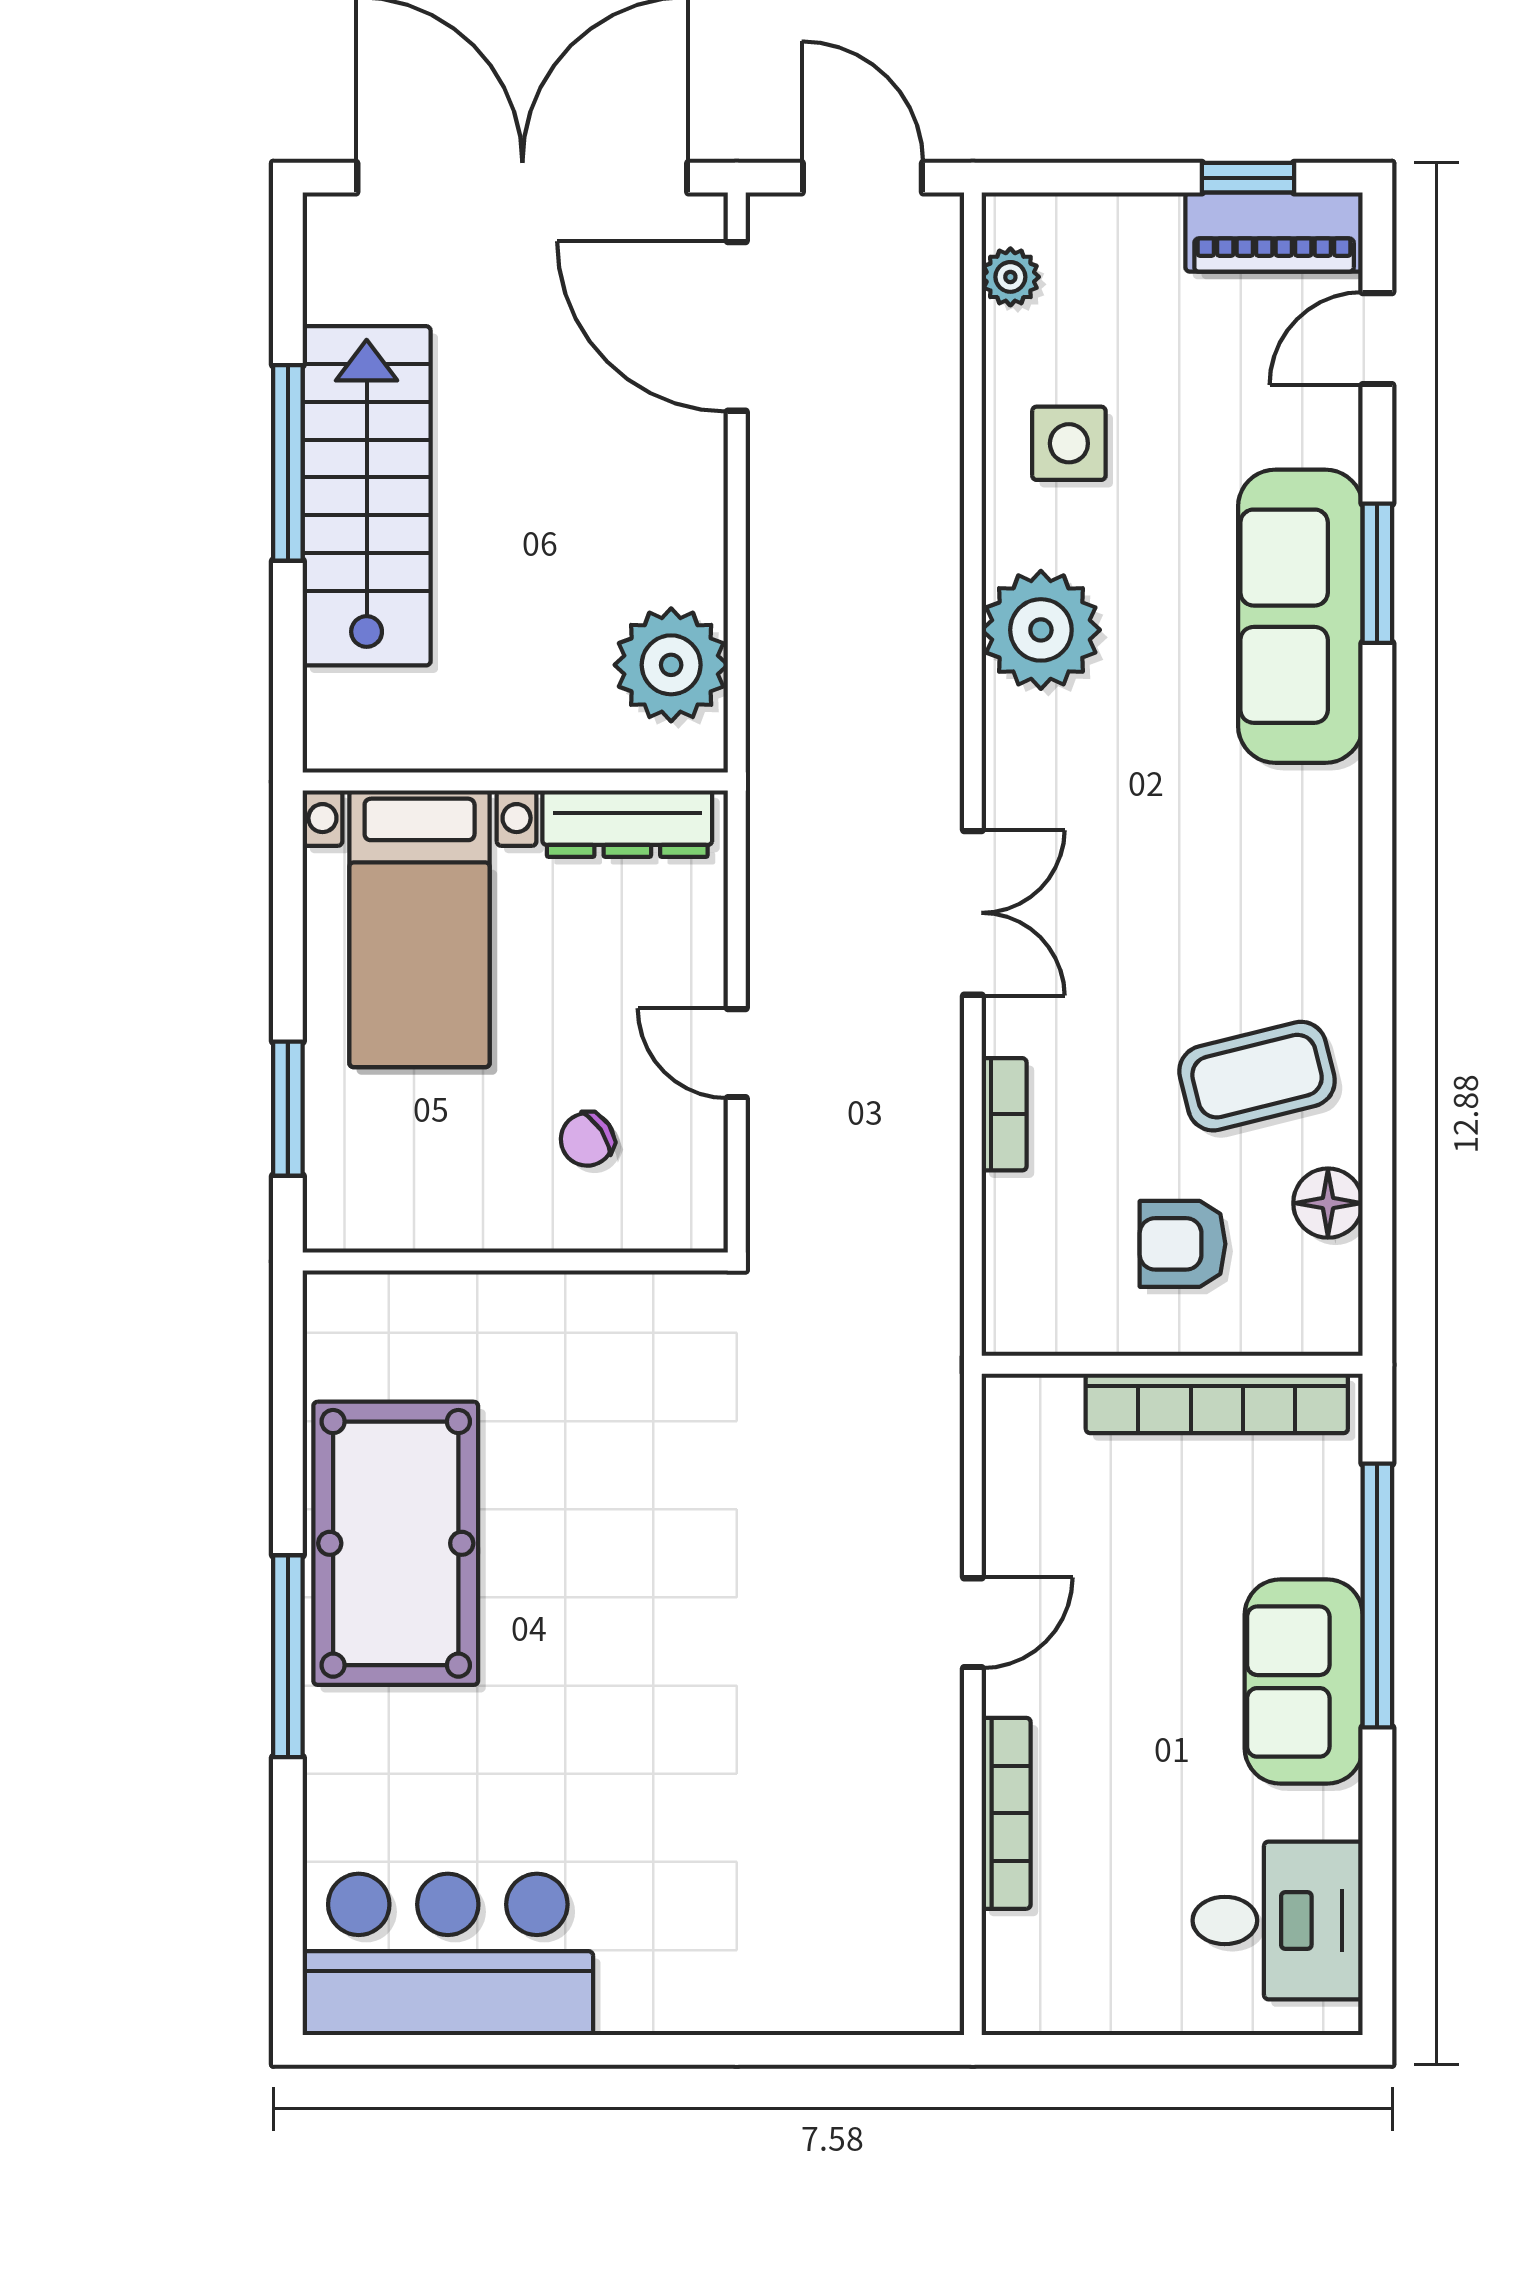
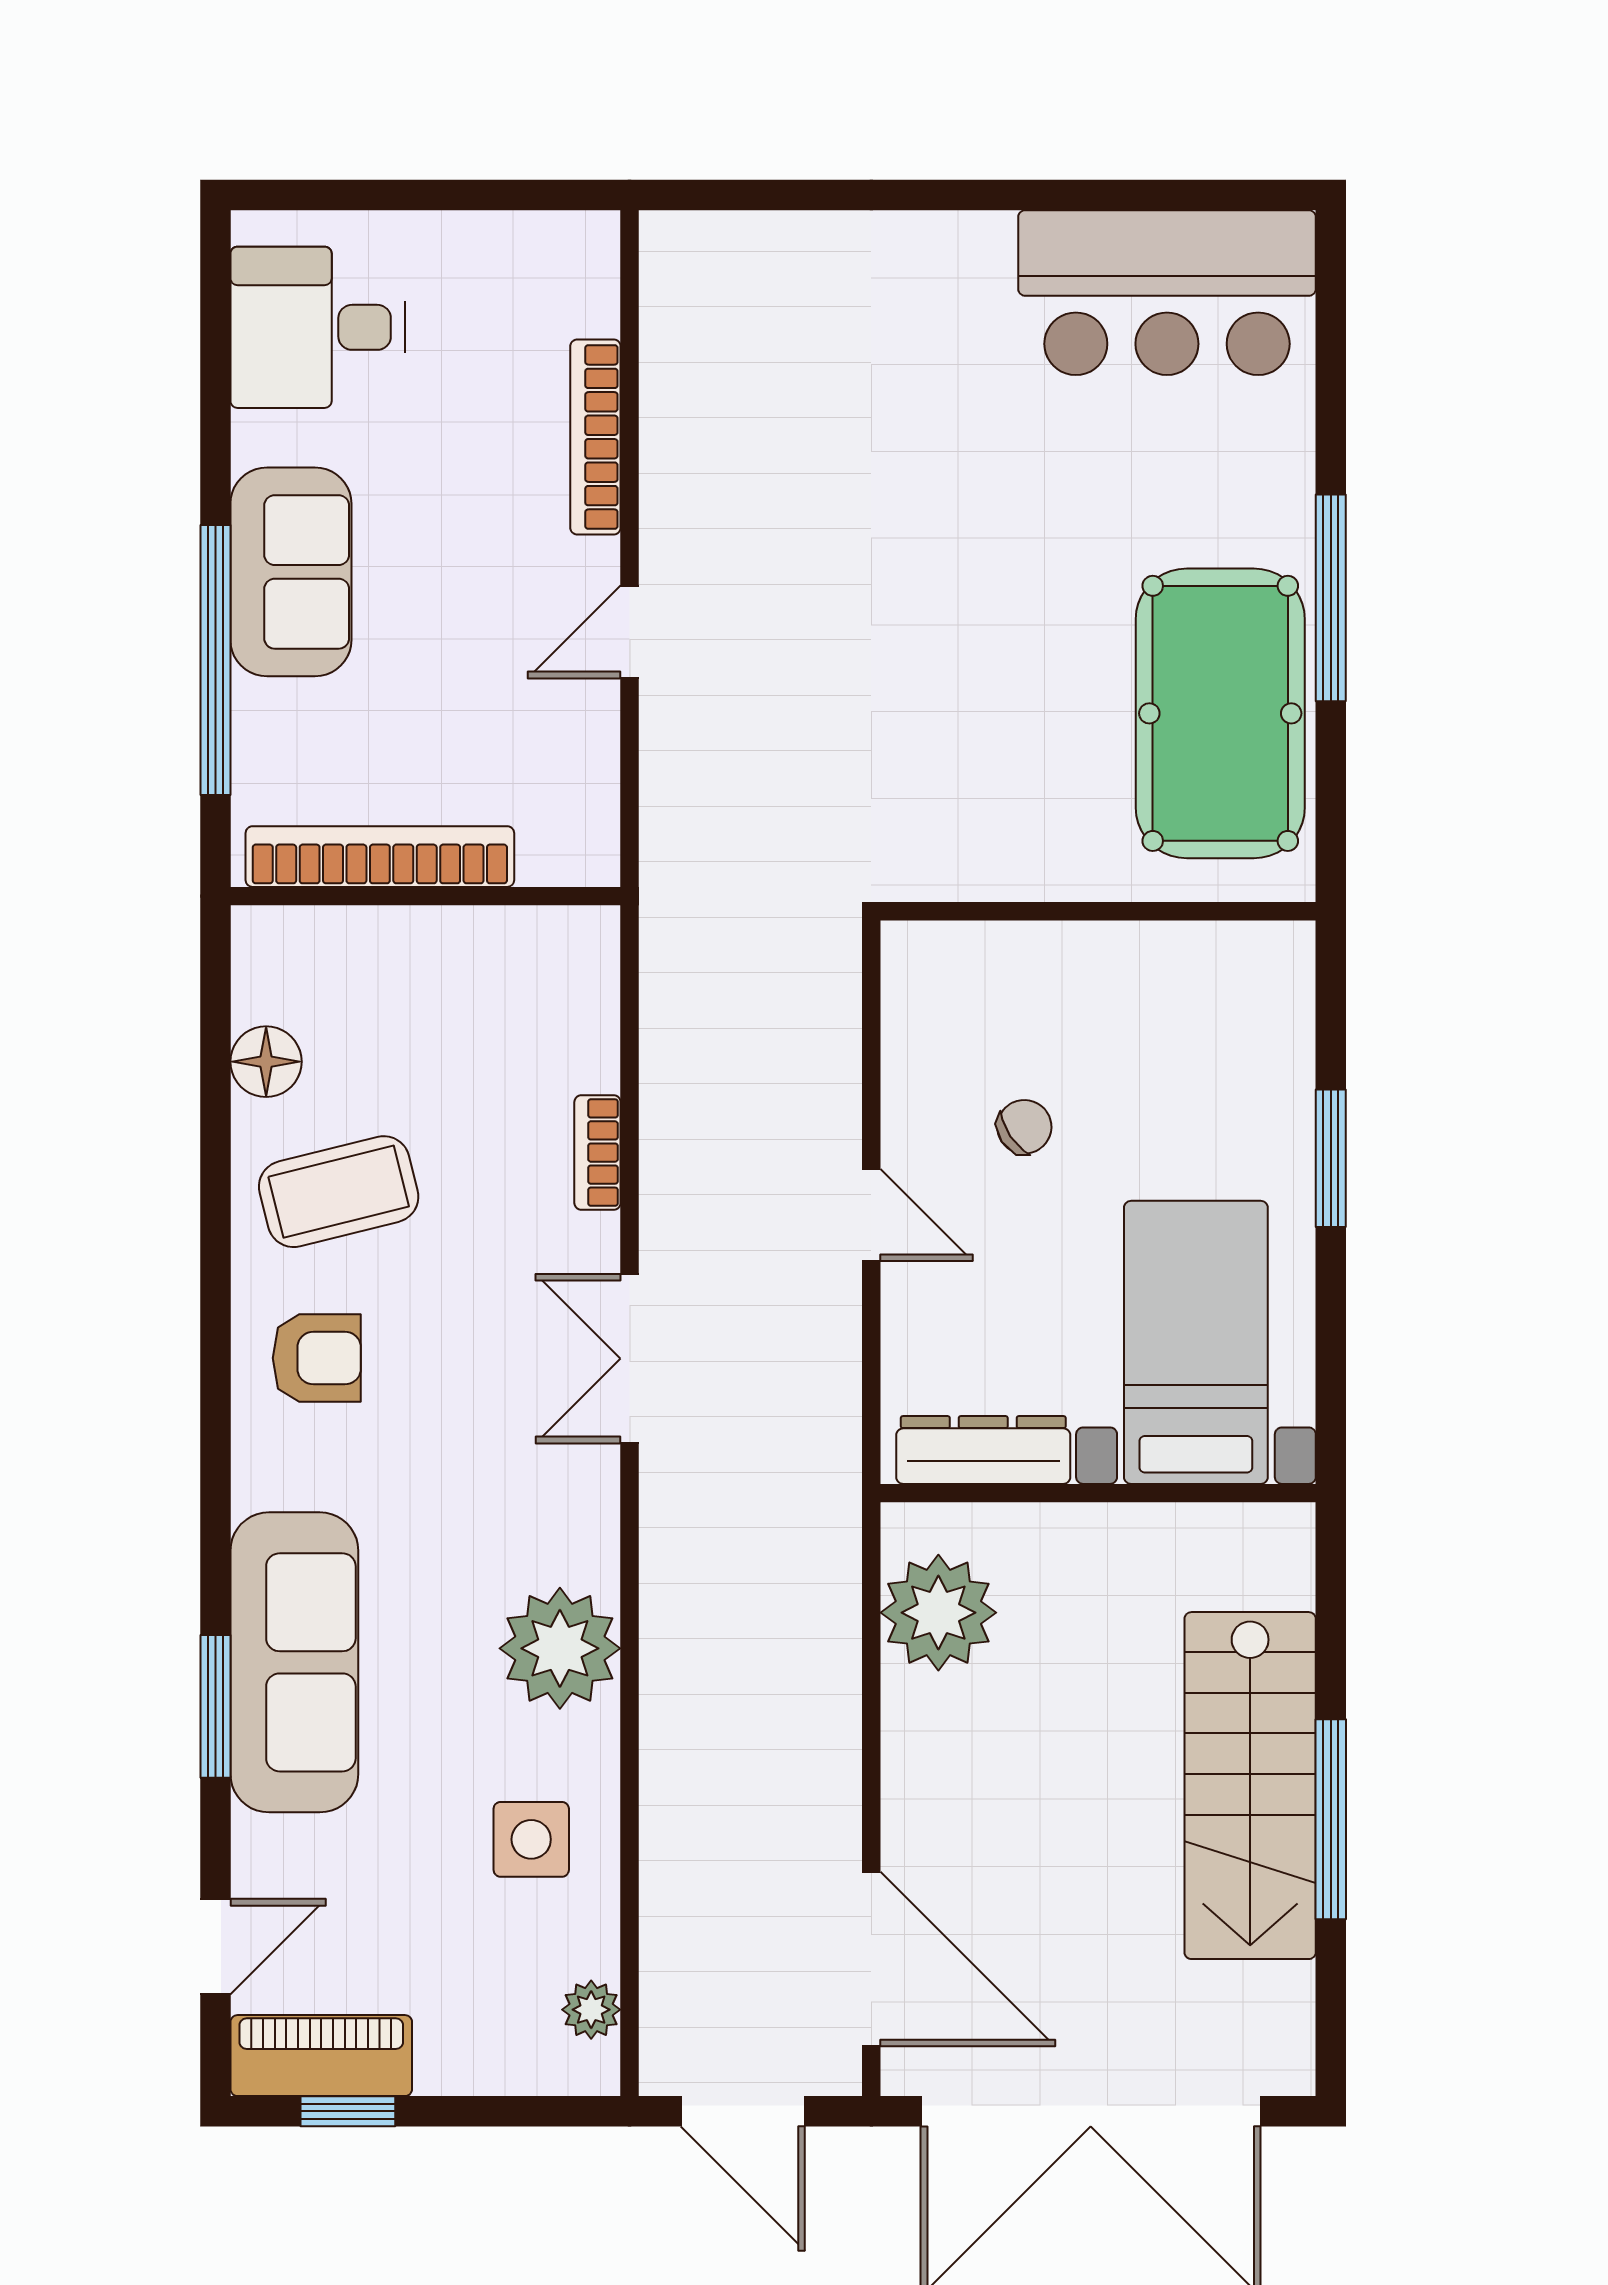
armchair: (1183, 1244) -> (317, 1358), moved
wall: (515, 1261) -> (1098, 911), moved

